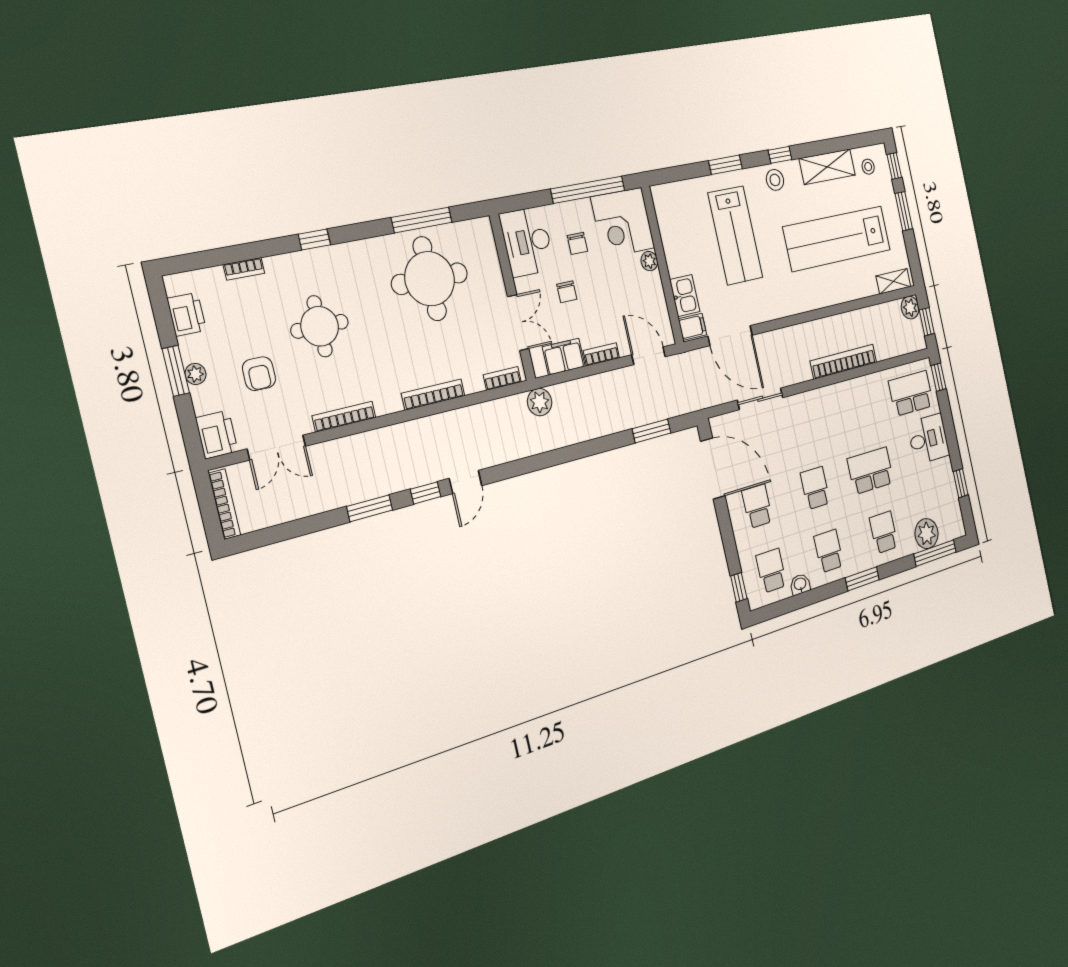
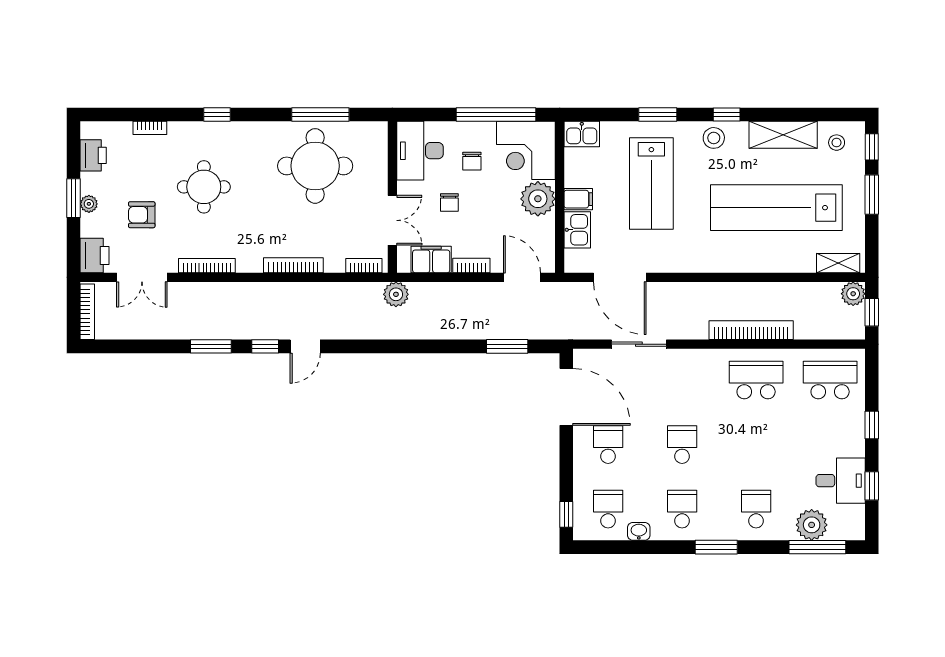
kitchen sink: (667, 196) -> (582, 134), added
plant: (649, 261) -> (538, 199), width x1.87, depth x1.87
filing cabinet: (692, 327) -> (578, 199), moved
armchair: (259, 374) -> (142, 215), turned 90
window: (938, 377) -> (872, 425), moved
desk: (928, 439) -> (841, 481), moved
school desk: (871, 471) -> (756, 380), moved

